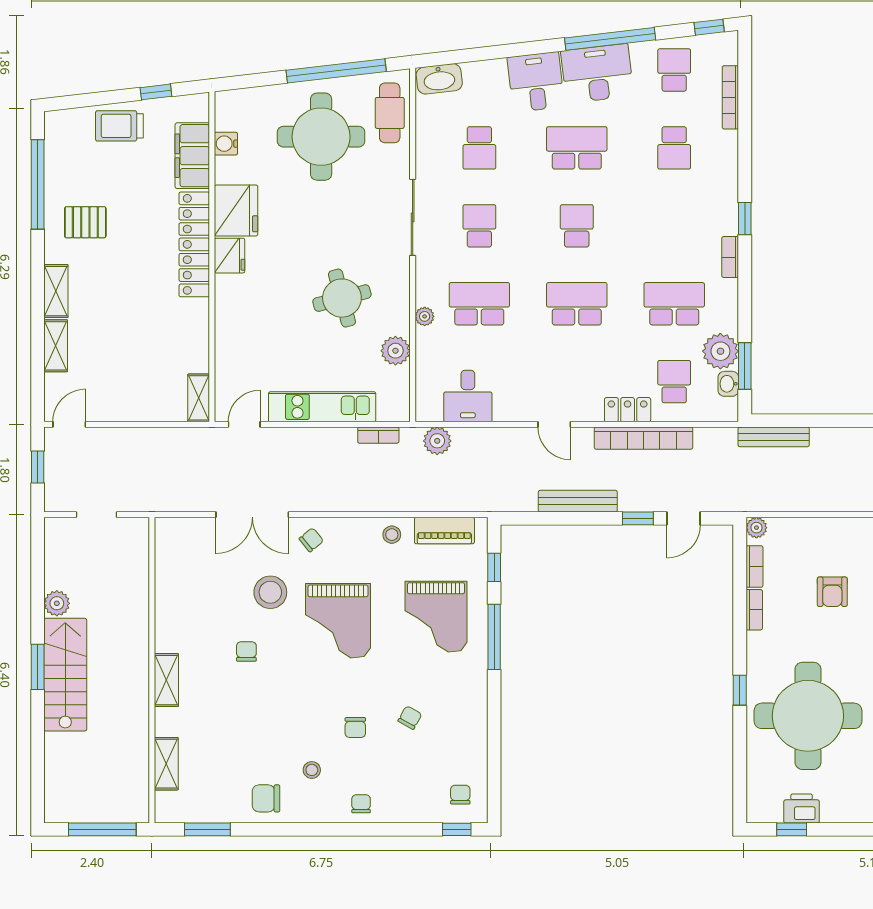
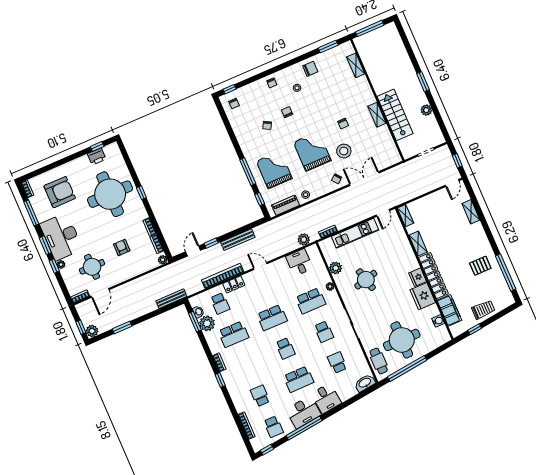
shelving: (56, 291) -> (418, 244), moved
stairs: (65, 675) -> (395, 115), moved, turned 180
shelving: (166, 680) -> (377, 115), moved

